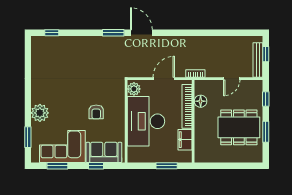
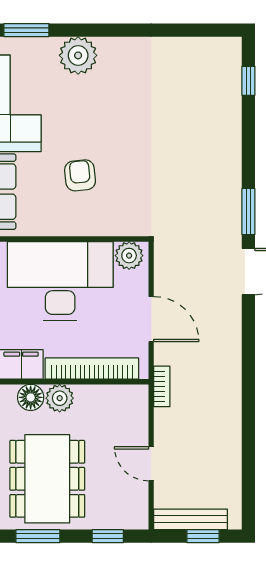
floor lamp: (201, 101) -> (31, 397), moved
armchair: (96, 112) -> (80, 175), turned 84
plant: (201, 122) -> (60, 398), added

